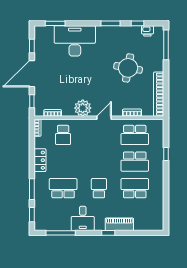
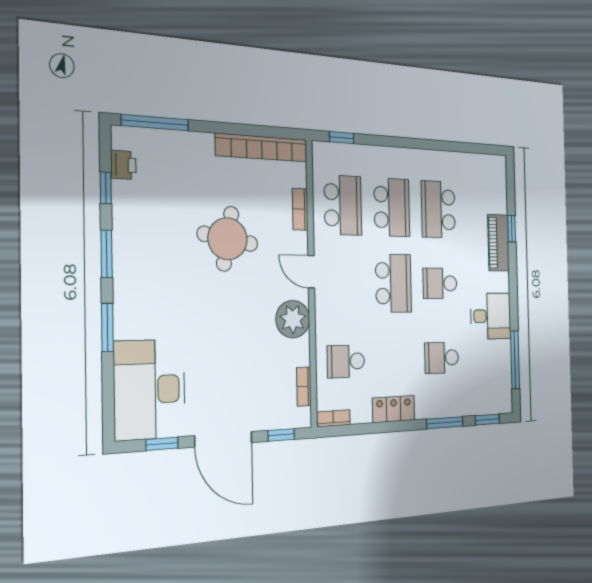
window: (55, 23) -> (107, 327), moved
desk: (75, 41) -> (150, 390), moved
round table: (128, 68) -> (228, 239), moved
school desk: (63, 135) -> (346, 361), turned 180
window: (166, 154) -> (342, 138), moved
school desk: (99, 162) -> (393, 283), added
school desk: (63, 188) -> (442, 358), width x0.54
window: (108, 233) -> (512, 229), moved

